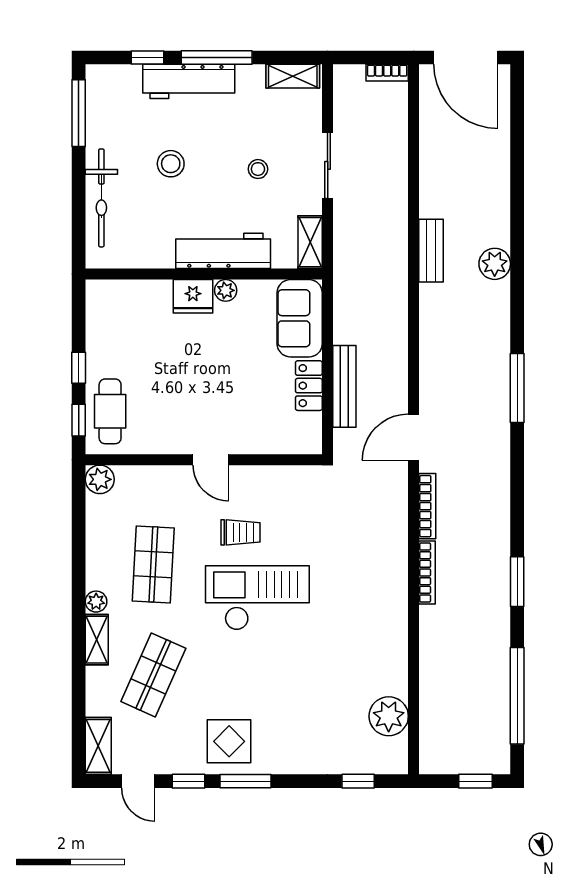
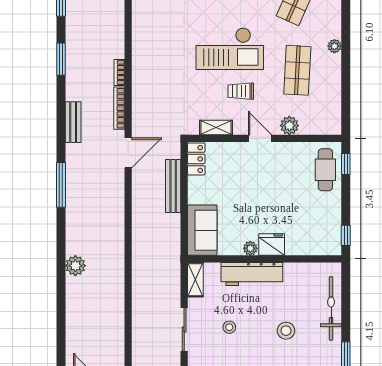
bench: (431, 251) -> (73, 122), moved
window: (79, 368) -> (346, 235), moved
locker: (309, 386) -> (196, 159), moved
plant: (100, 479) -> (289, 126), moved
bookcase: (427, 573) -> (119, 72), width x0.64
shelving: (97, 640) -> (216, 127), moved, turned 90

